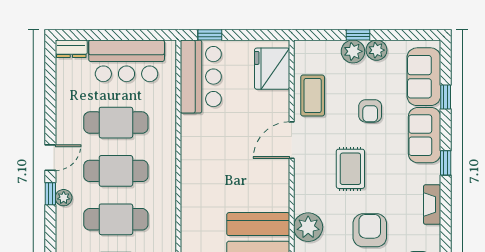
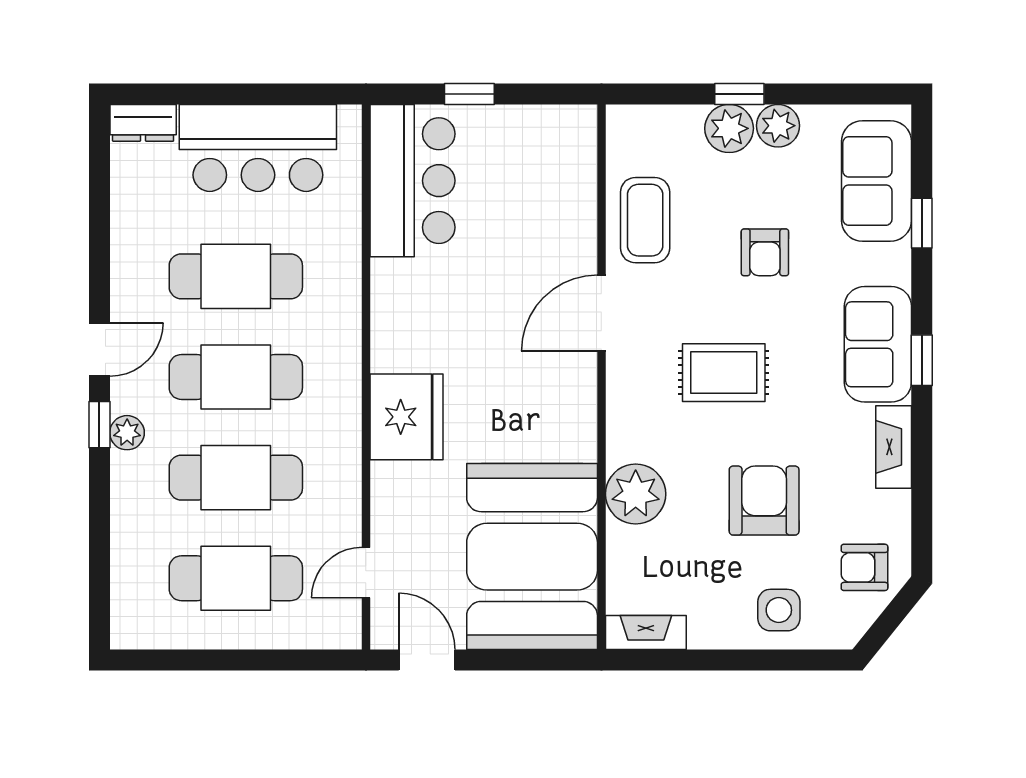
window: (210, 35) -> (469, 94), moved
fridge: (272, 69) -> (407, 417), moved, turned 180
sofa: (424, 135) -> (878, 344), moved
rug: (350, 169) -> (724, 373), turned 90

